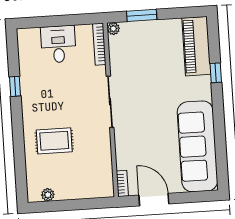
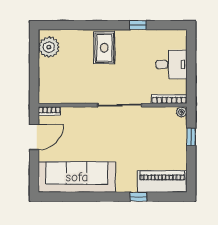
window: (142, 15) -> (191, 137), width x0.67
rug: (54, 141) -> (104, 48), moved
plant: (48, 195) -> (49, 47), width x1.88, depth x1.88

